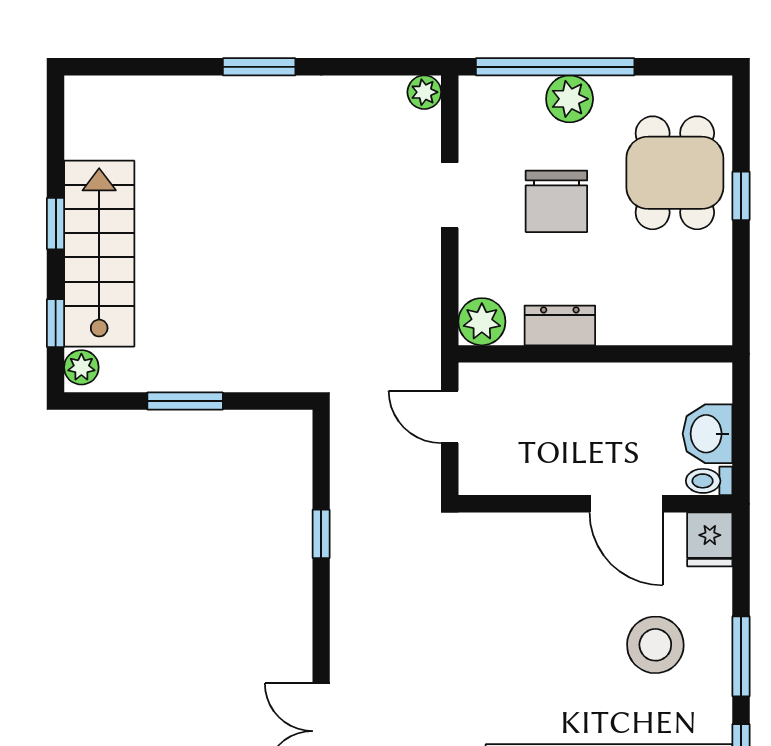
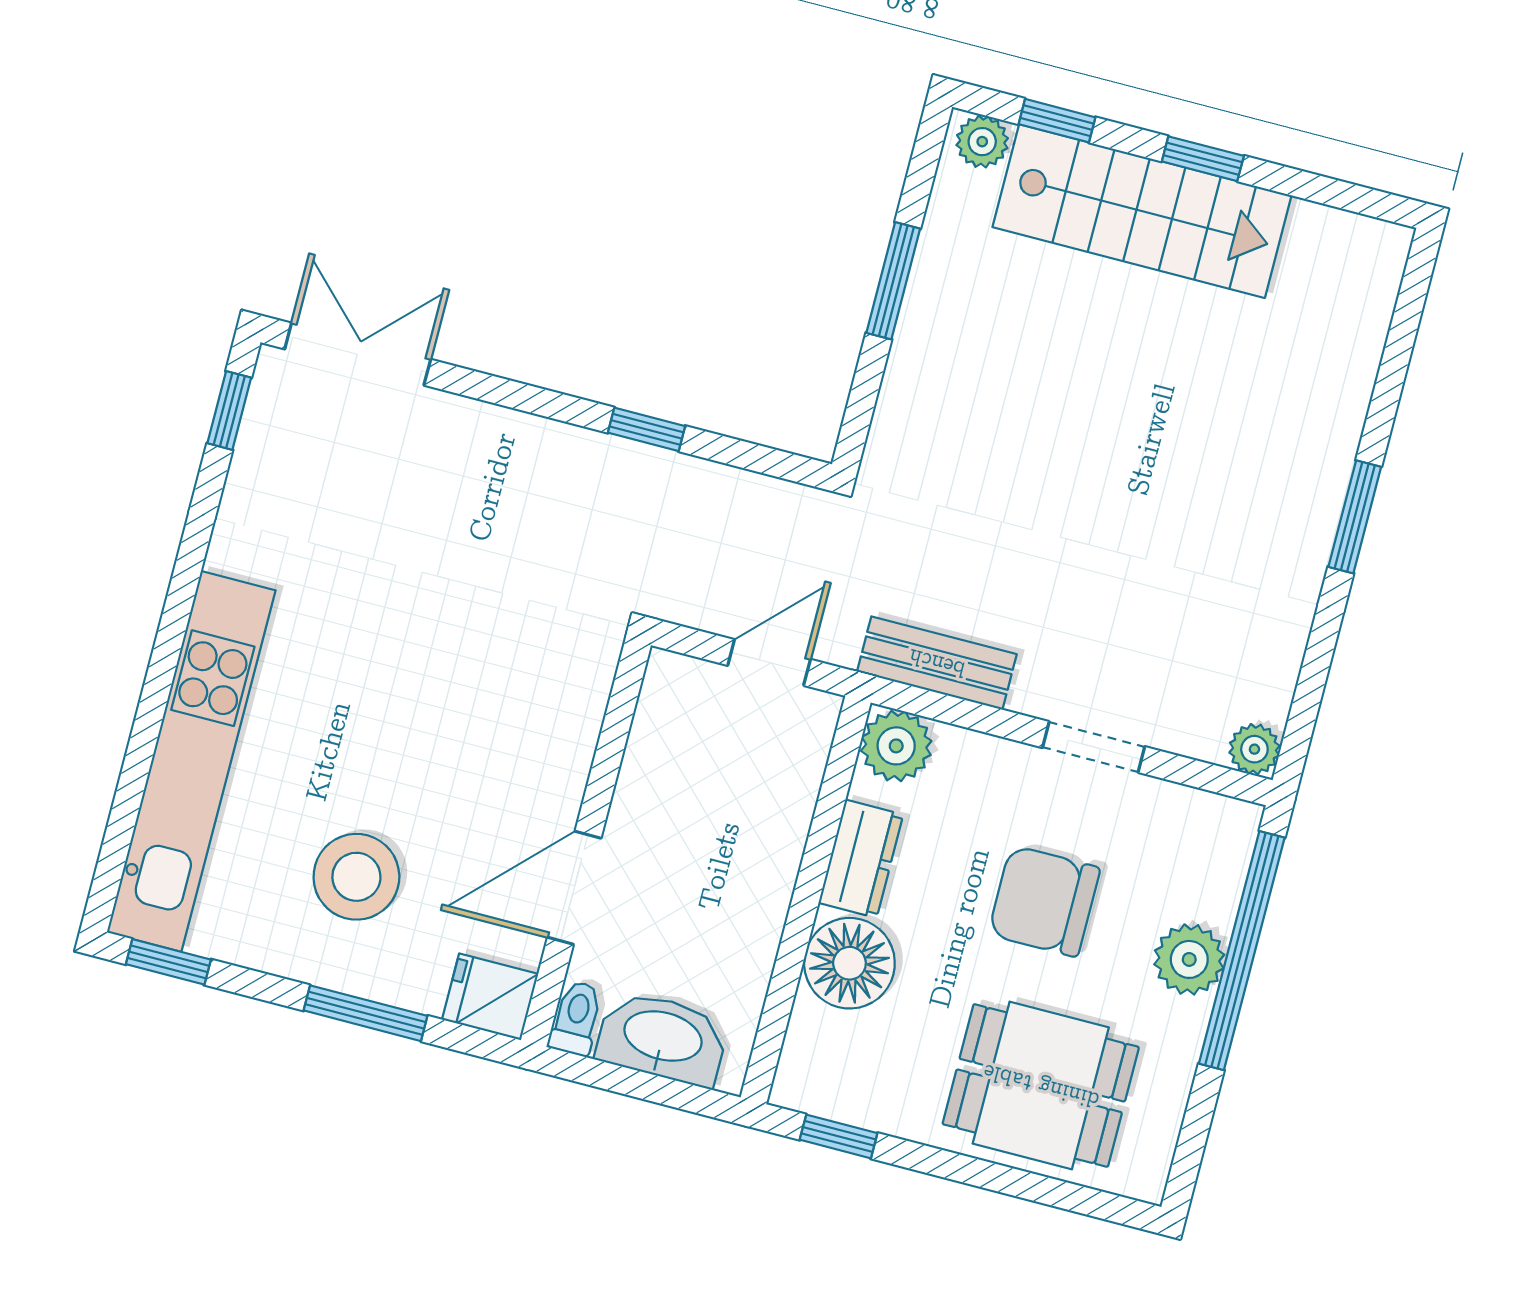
window: (741, 196) -> (839, 1136), moved
bench: (422, 310) -> (937, 663), added
floor lamp: (629, 315) -> (849, 963), added
washbasin: (708, 434) -> (662, 1038), width x1.38
window: (741, 656) -> (366, 1013), moved

